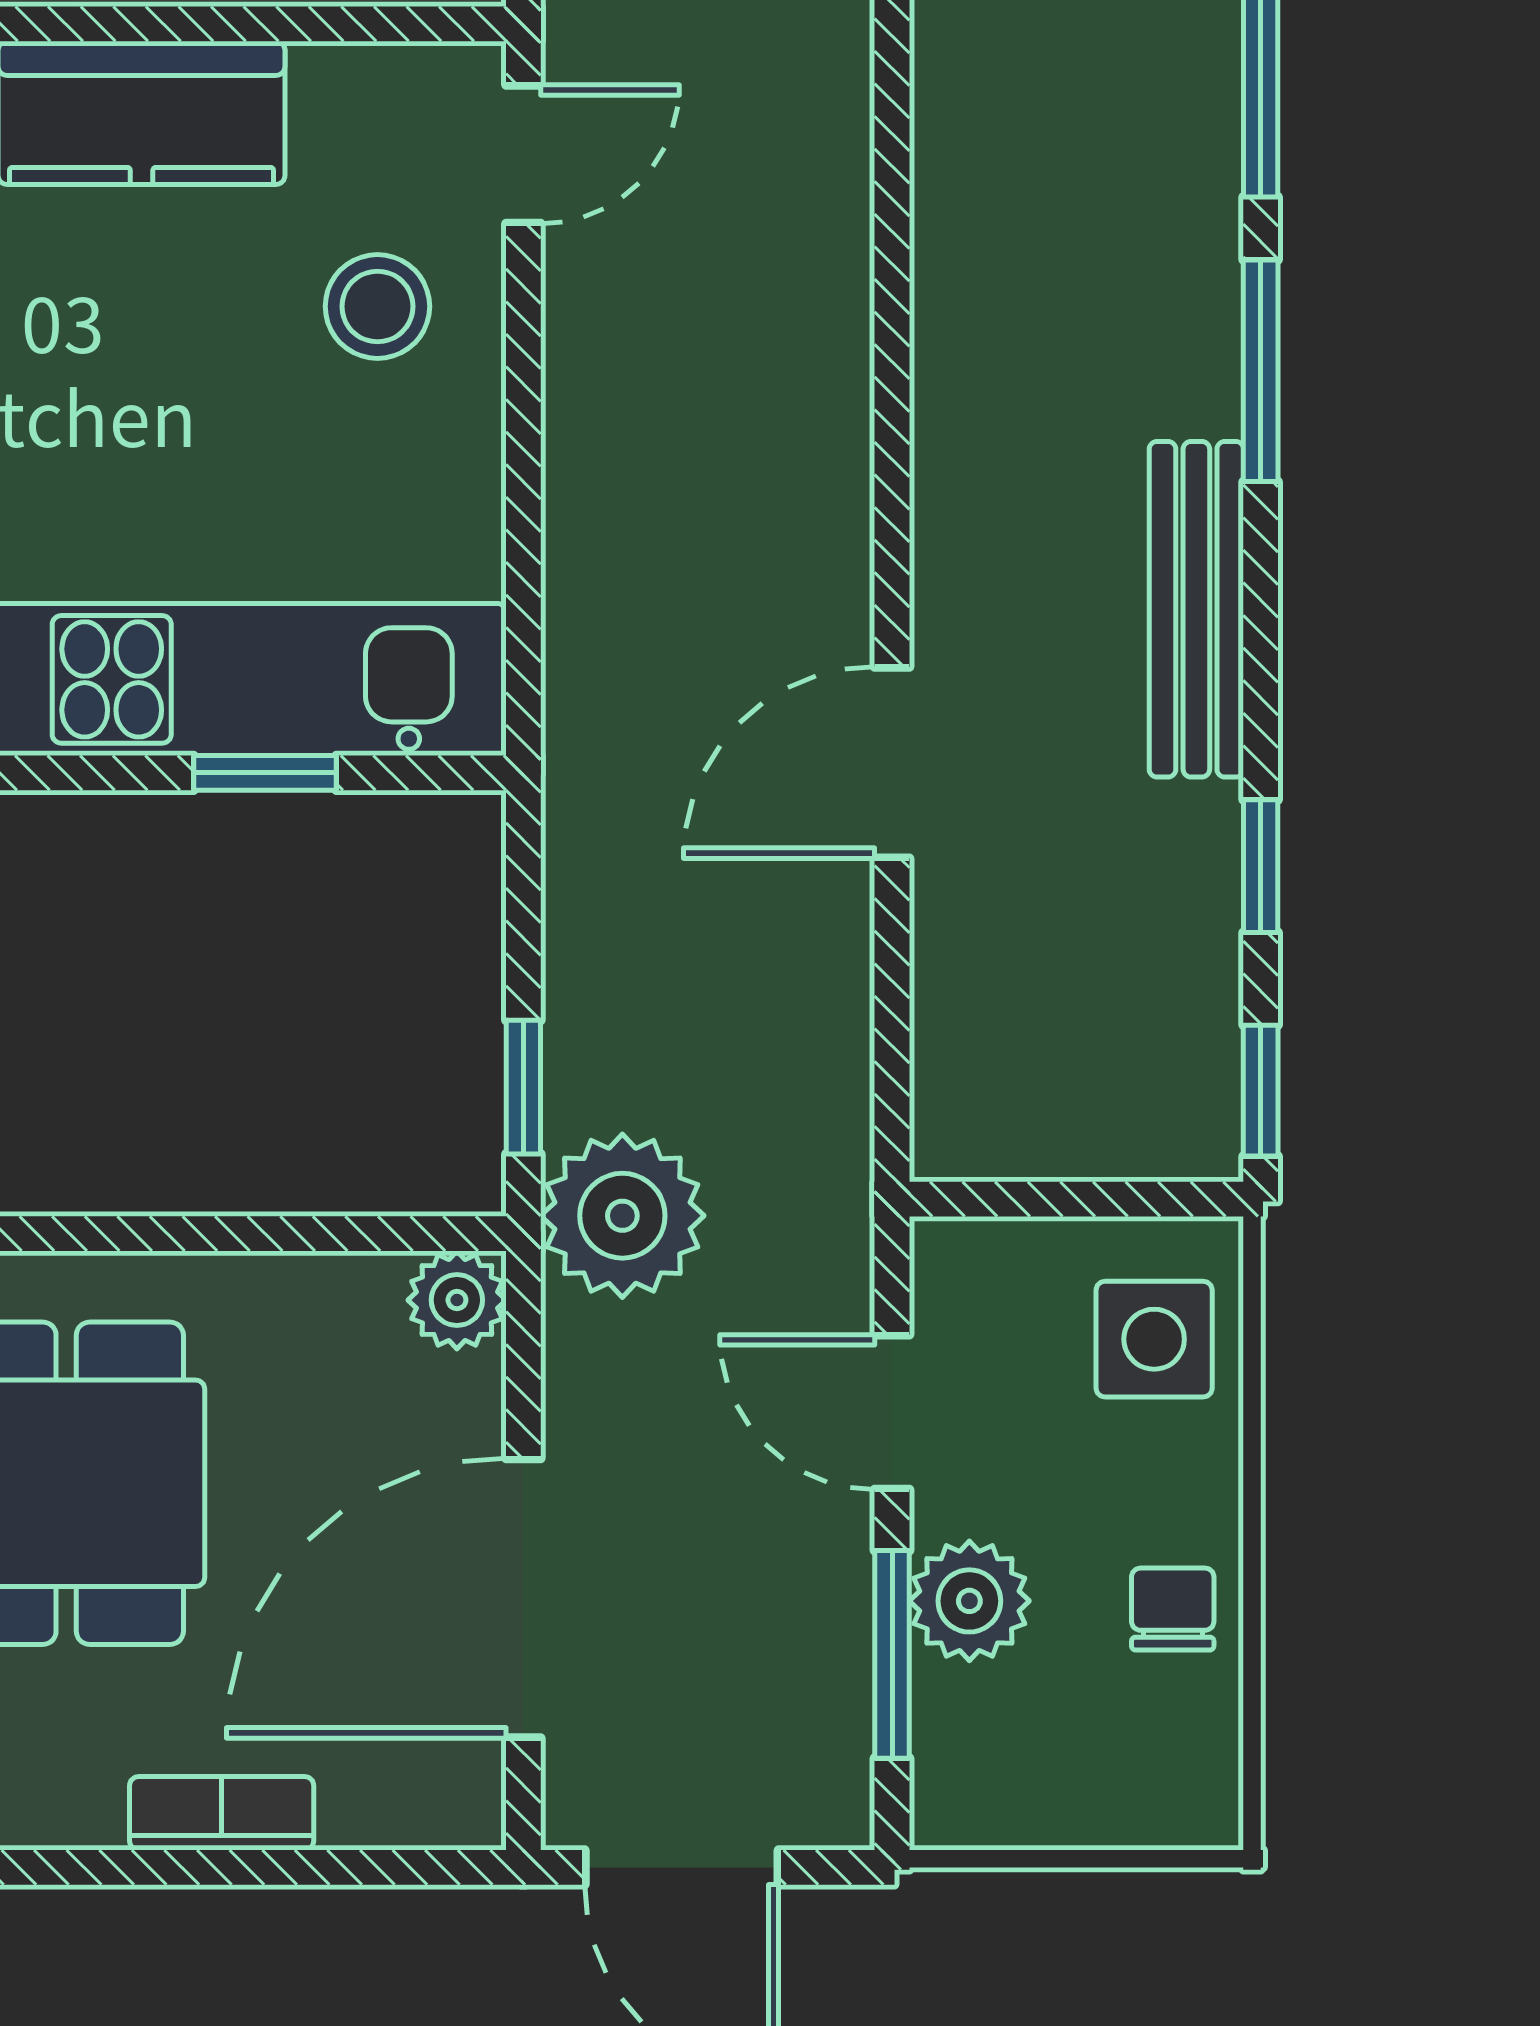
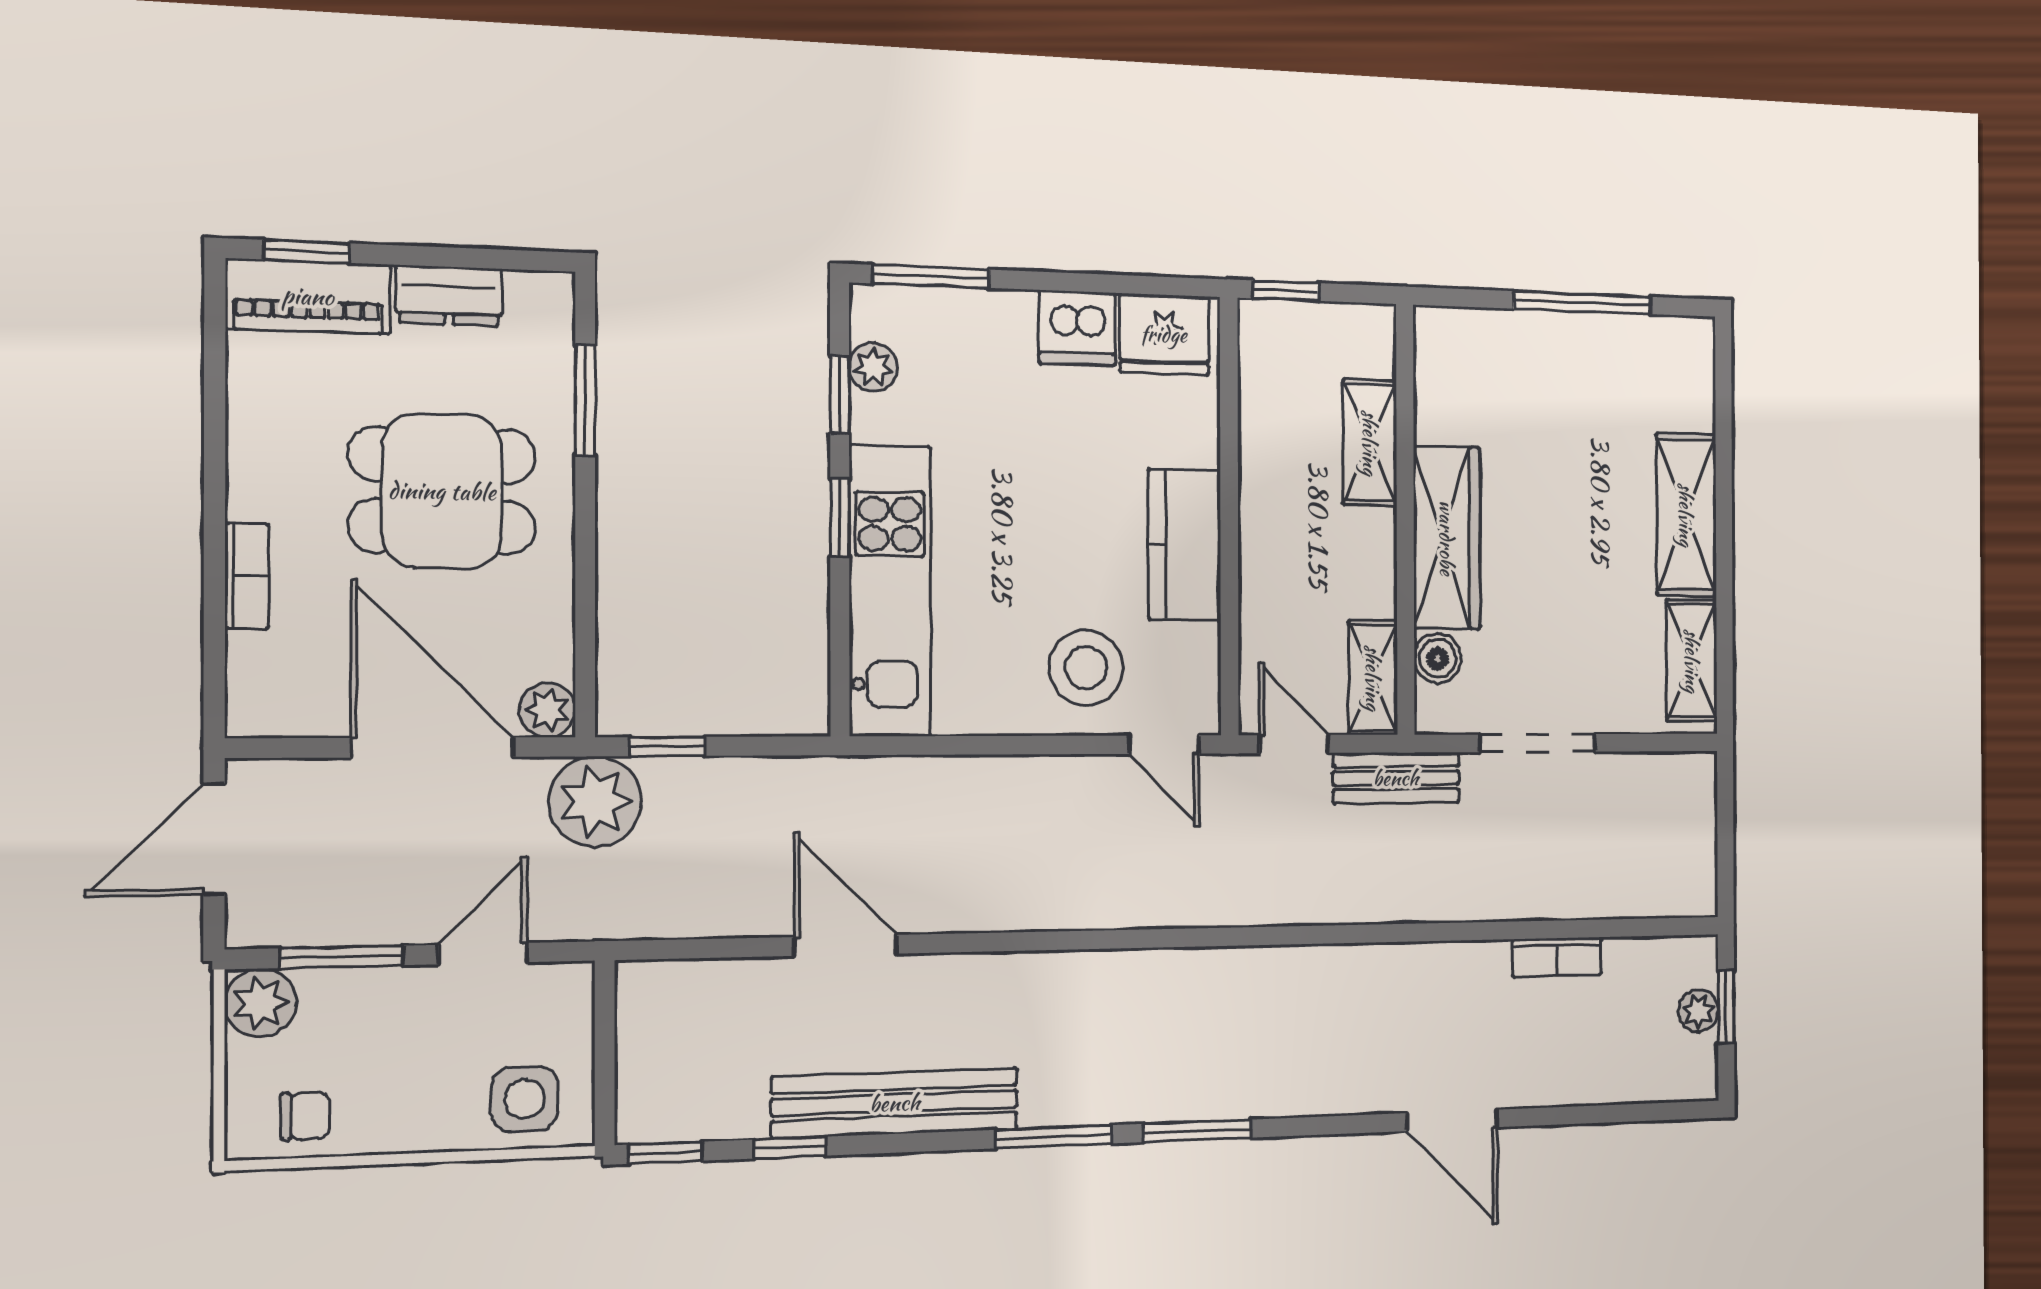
stool: (377, 306) -> (1086, 668), width x1.38, depth x1.38
bench: (1196, 609) -> (895, 1103), width x1.37, depth x1.21
window: (265, 773) -> (840, 518), moved
door: (523, 1598) -> (433, 747), moved
plant: (969, 1601) -> (260, 1003), moved
chair: (1173, 1609) -> (305, 1116), moved

